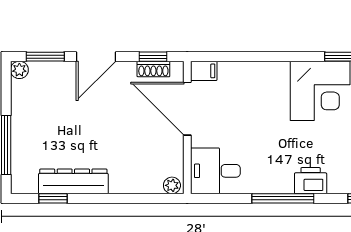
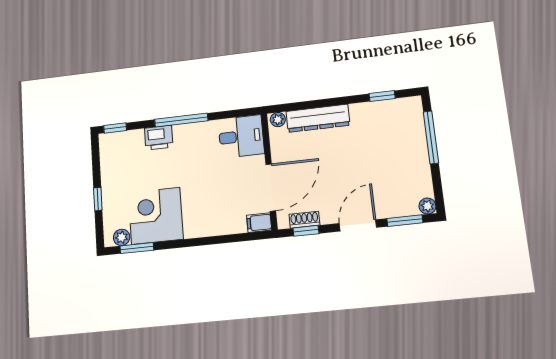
door: (187, 109) -> (271, 187), hinge flipped
dresser: (73, 181) -> (318, 118), moved

